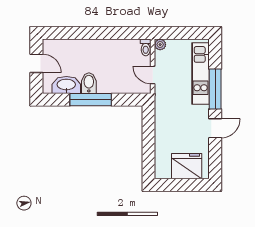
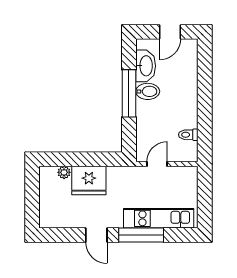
plant: (160, 45) -> (64, 172), moved
toilet: (146, 47) -> (188, 135), moved
fridge: (187, 166) -> (89, 180), moved, turned 90

